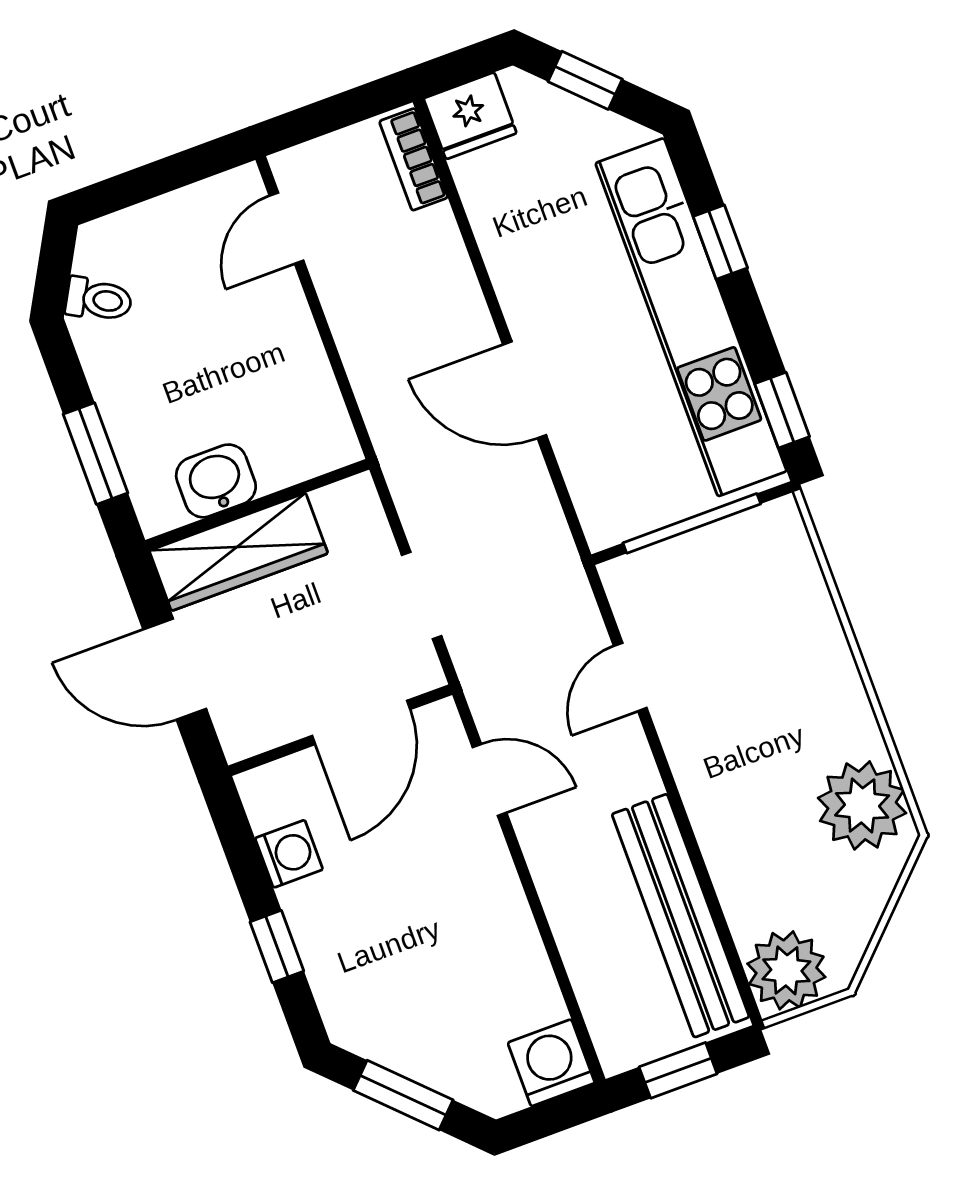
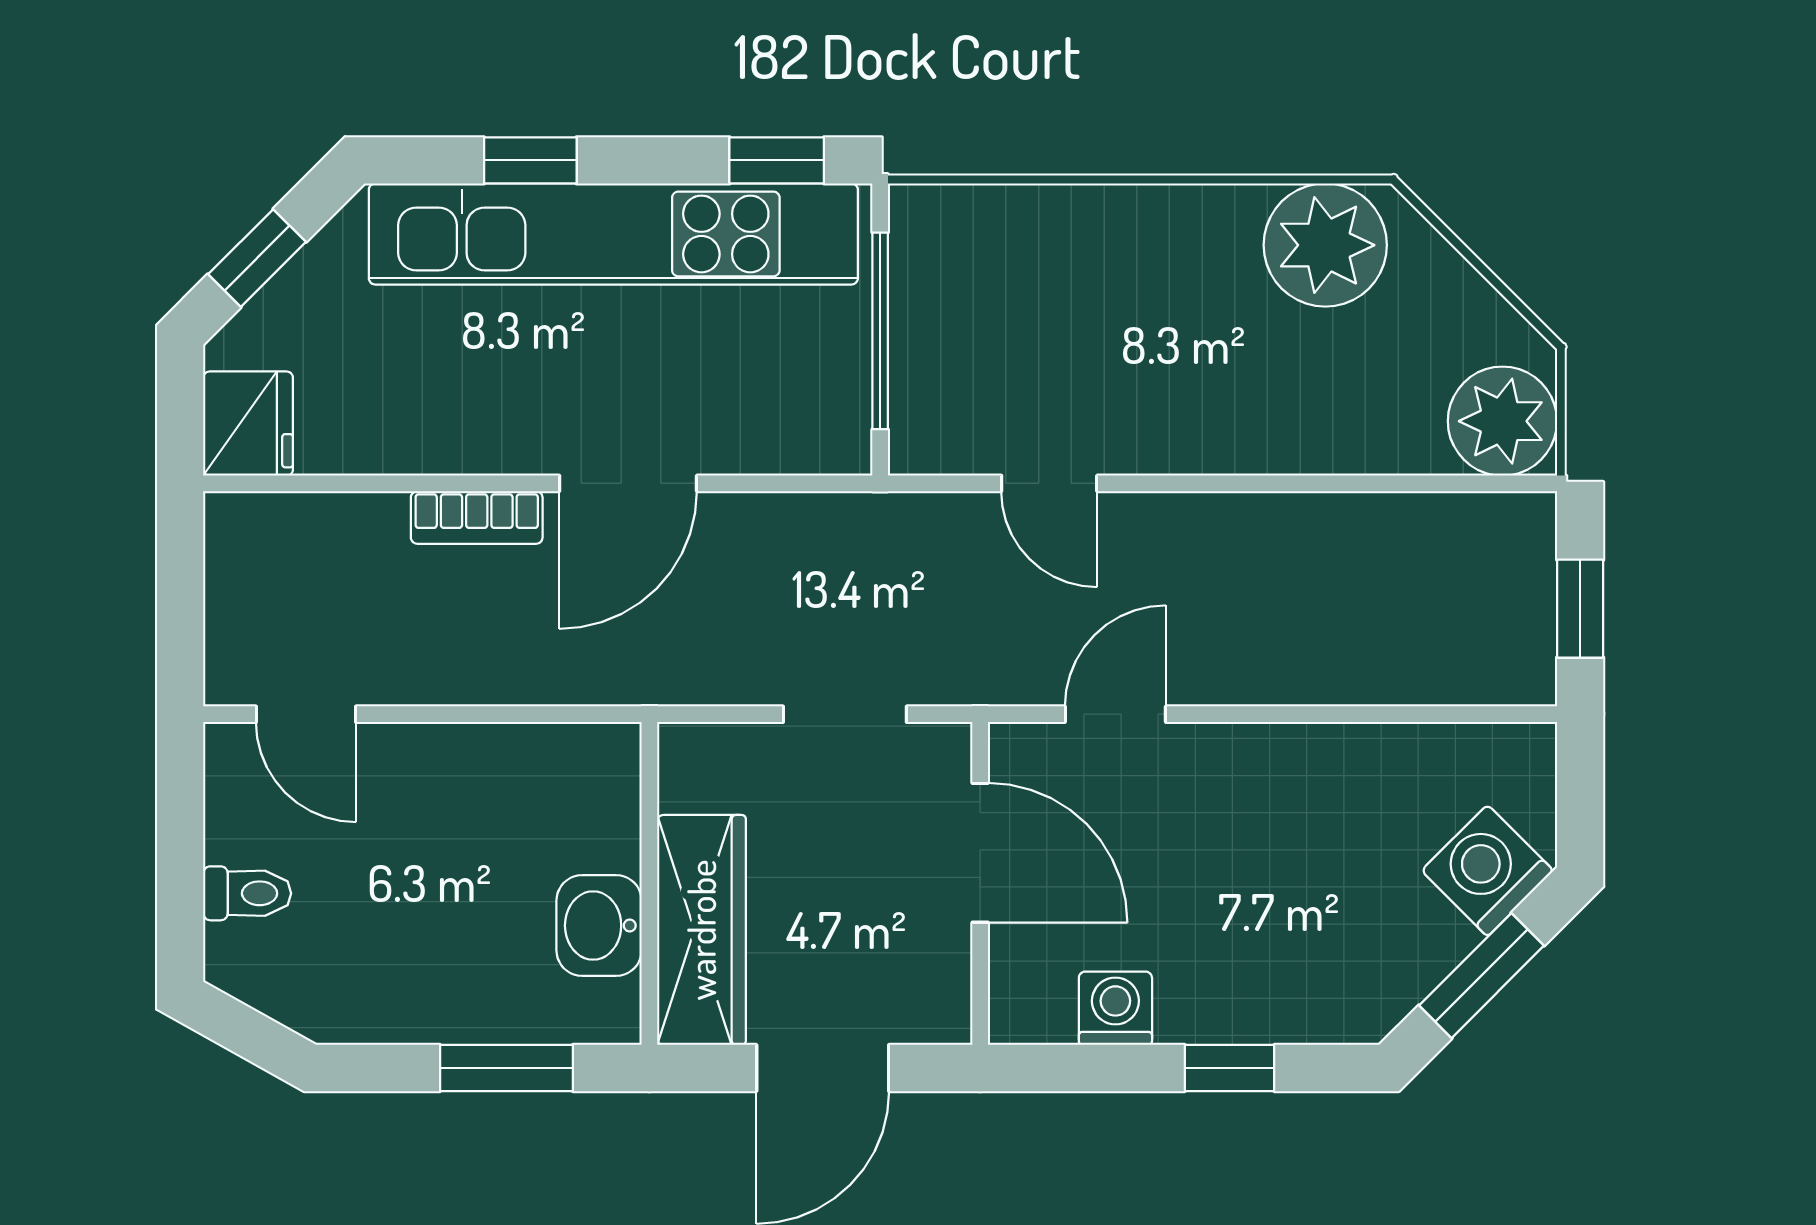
bookcase: (413, 159) -> (477, 517), moved
toilet: (99, 300) -> (247, 893), moved, turned 61
bench: (681, 916) -> (1381, 532), removed
washing machine: (551, 1063) -> (1487, 871), moved, turned 45

